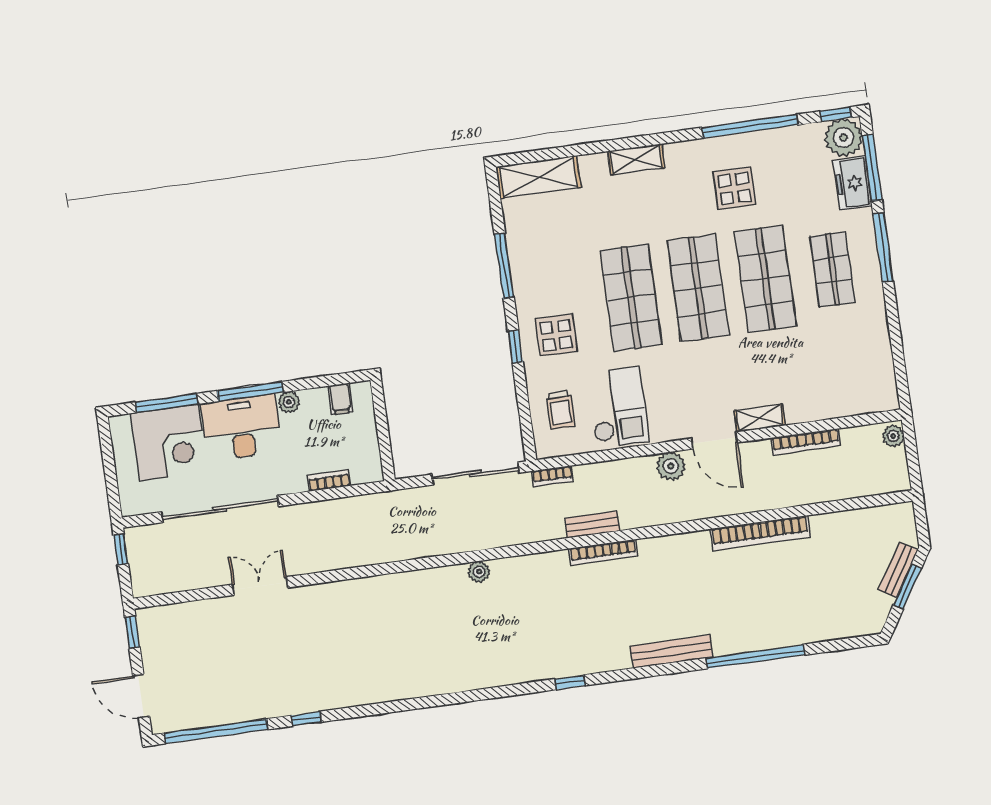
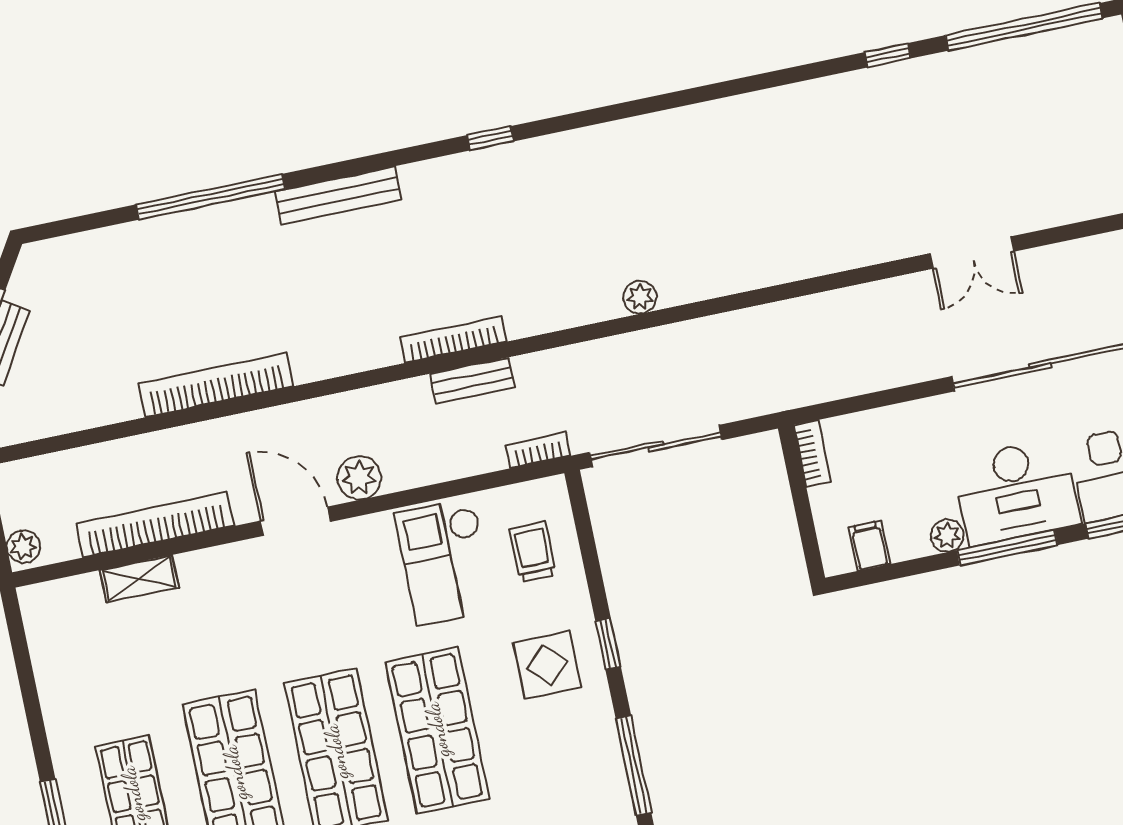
shelving: (760, 418) -> (139, 579), moved
bookcase: (806, 442) -> (156, 525), width x1.48, depth x1.31
bookcase: (329, 480) -> (812, 454), moved, turned -90

